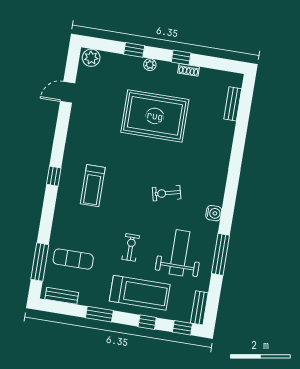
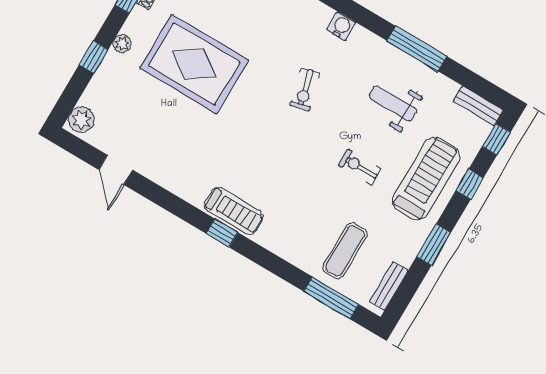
rug: (155, 116) -> (194, 64), turned 90
treadmill: (93, 186) -> (234, 211), moved
water cooler: (214, 213) -> (341, 26), moved
weight bench: (179, 253) -> (393, 103), width x0.73, depth x0.75

